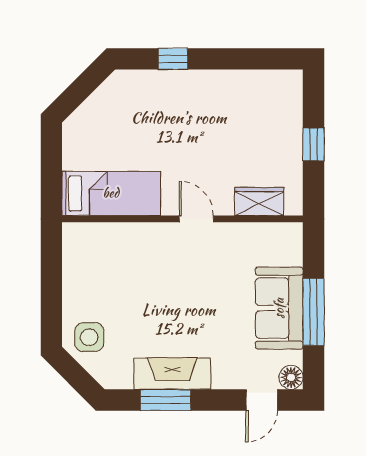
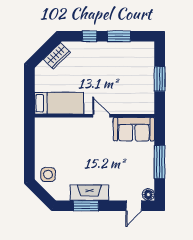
window: (232, 59) -> (119, 36), added
window: (314, 145) -> (160, 79), width x1.50
wardrobe: (259, 201) -> (57, 56), moved, turned 135
sofa: (279, 308) -> (134, 129), moved, turned -90

